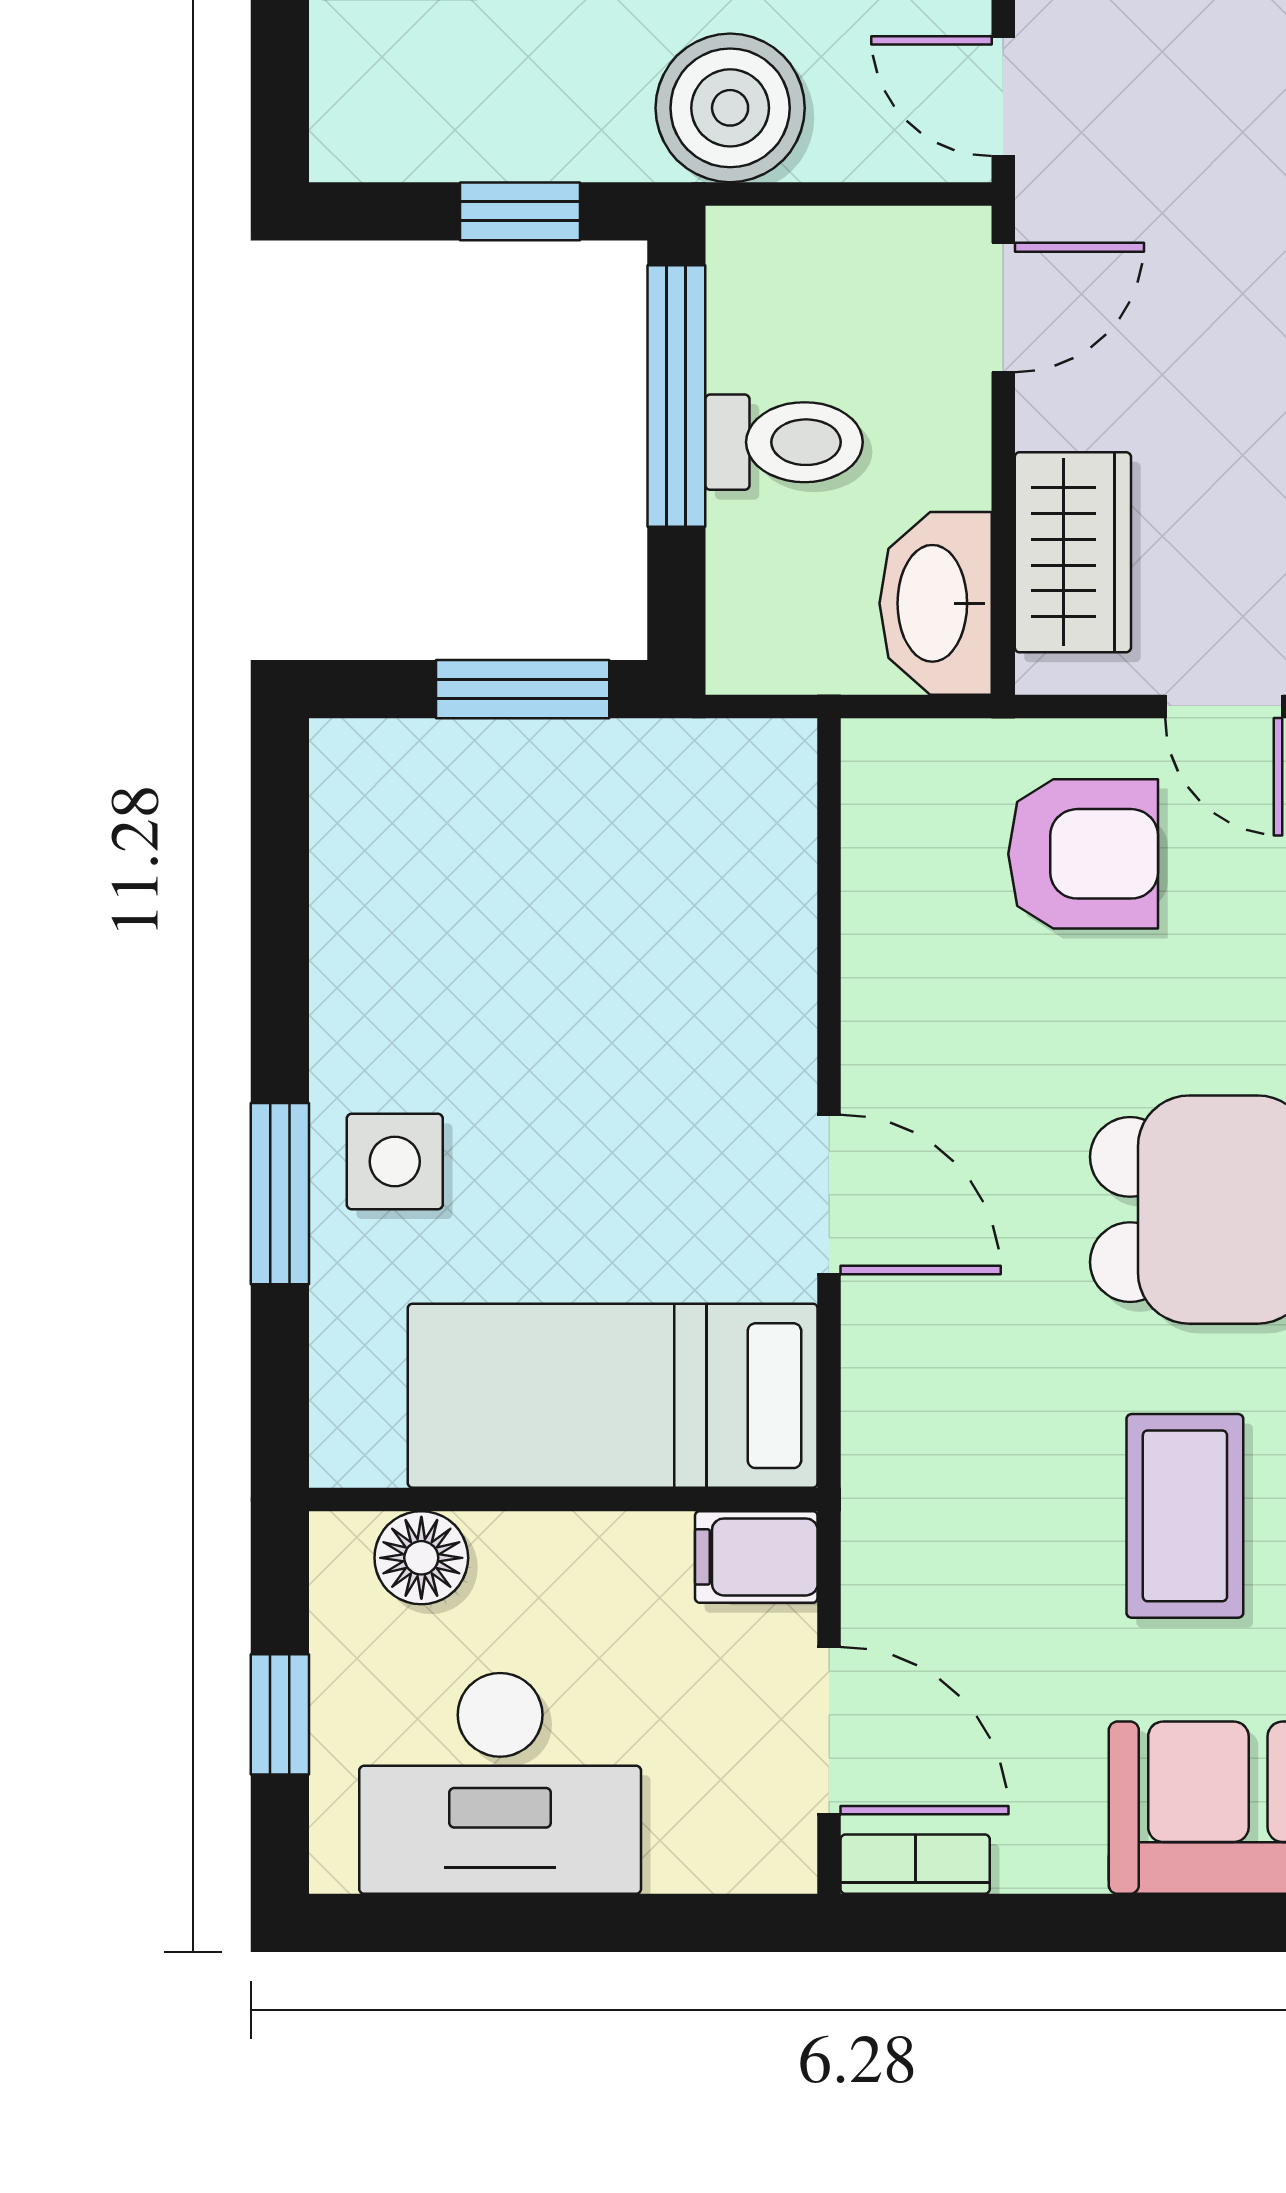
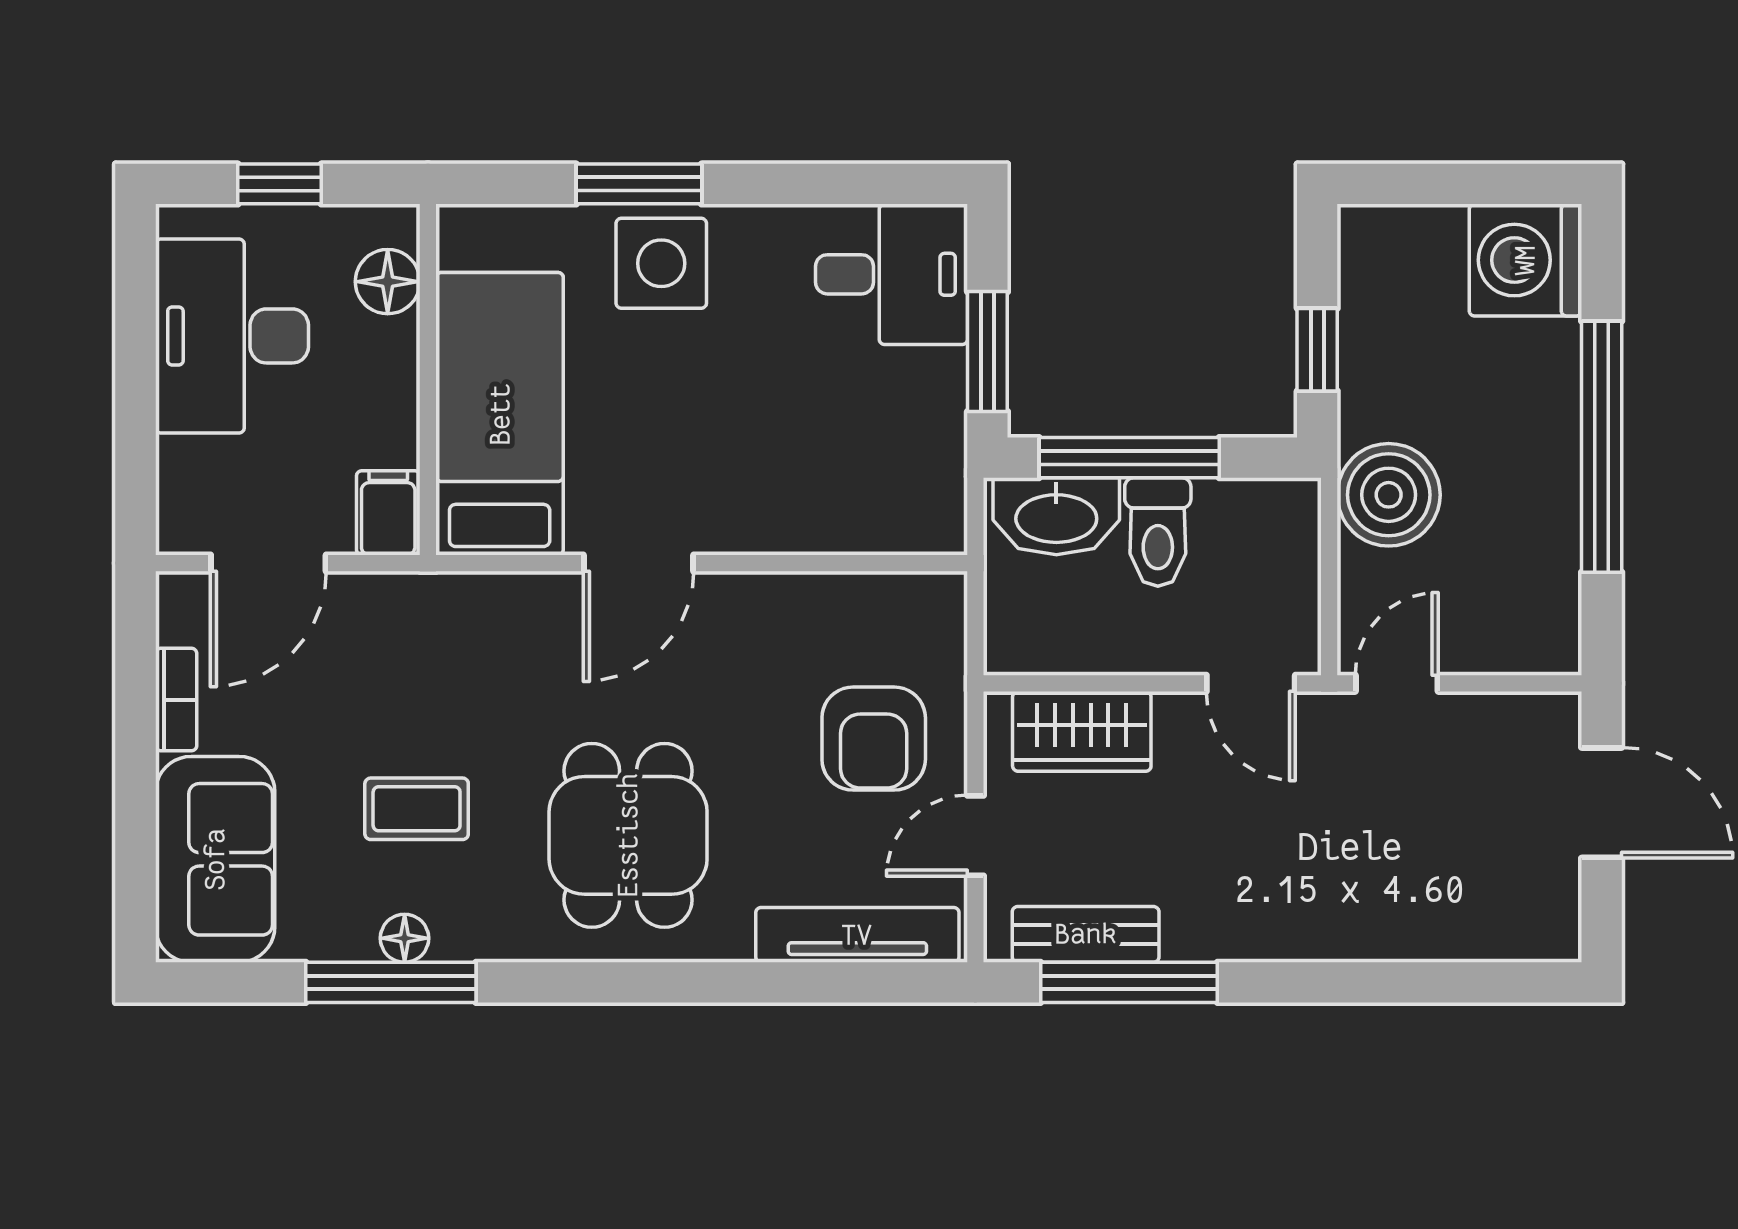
window: (676, 396) -> (1129, 458), moved
washbasin: (936, 603) -> (1056, 516), moved, turned 180
desk: (411, 828) -> (892, 274), added
side table: (395, 1161) -> (661, 263), width x1.37, depth x1.37
coffee table: (1185, 1516) -> (417, 809), width x0.73, depth x0.77
bookcase: (915, 1864) -> (176, 700), moved

